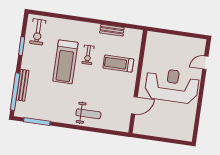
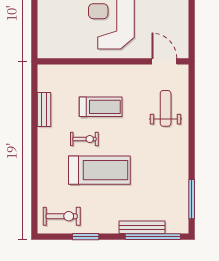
treadmill: (118, 64) -> (101, 107), moved, turned -90
door: (134, 105) -> (164, 61), moved
weight bench: (88, 114) -> (166, 108), moved

